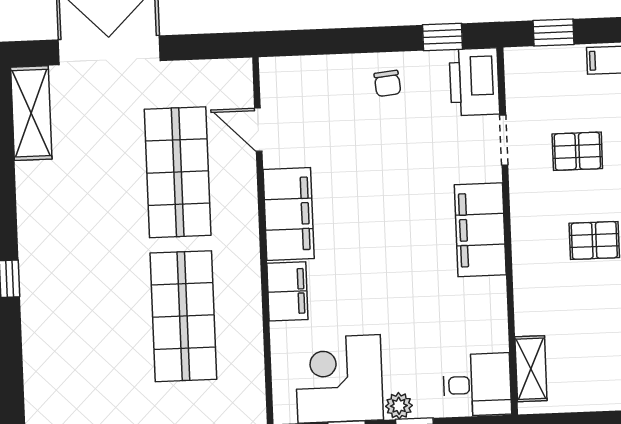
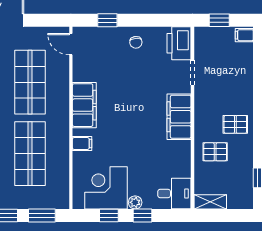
window: (442, 37) -> (107, 20), moved
door: (258, 130) -> (71, 44), moved
pallet: (577, 151) -> (215, 152), moved
filing cabinet: (287, 291) -> (82, 143), width x0.50
shelving: (531, 369) -> (210, 202), moved, turned 90

